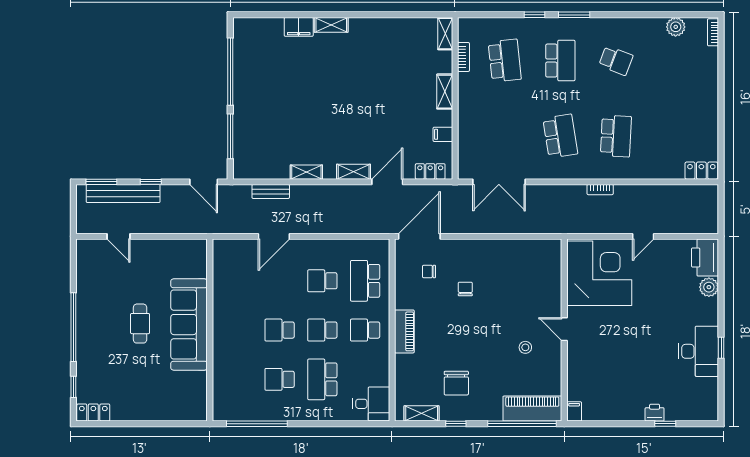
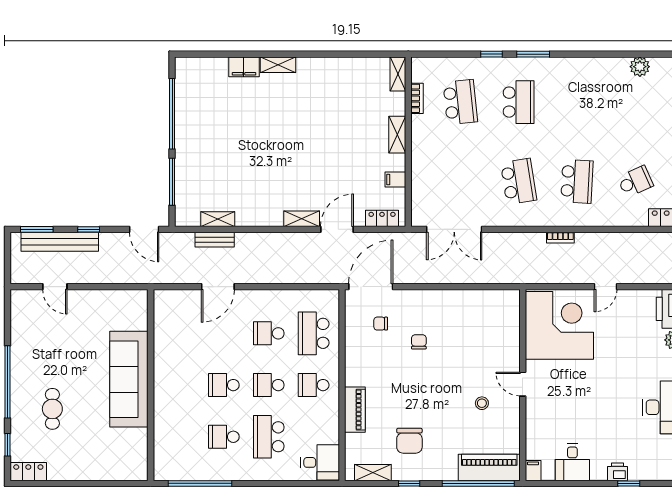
school desk: (616, 61) -> (635, 181), moved, turned -45
shelving: (306, 172) -> (218, 219), moved
cafe table: (140, 324) -> (52, 409), moved
piano: (404, 331) -> (355, 410), moved
desk: (612, 404) -> (572, 462), added

